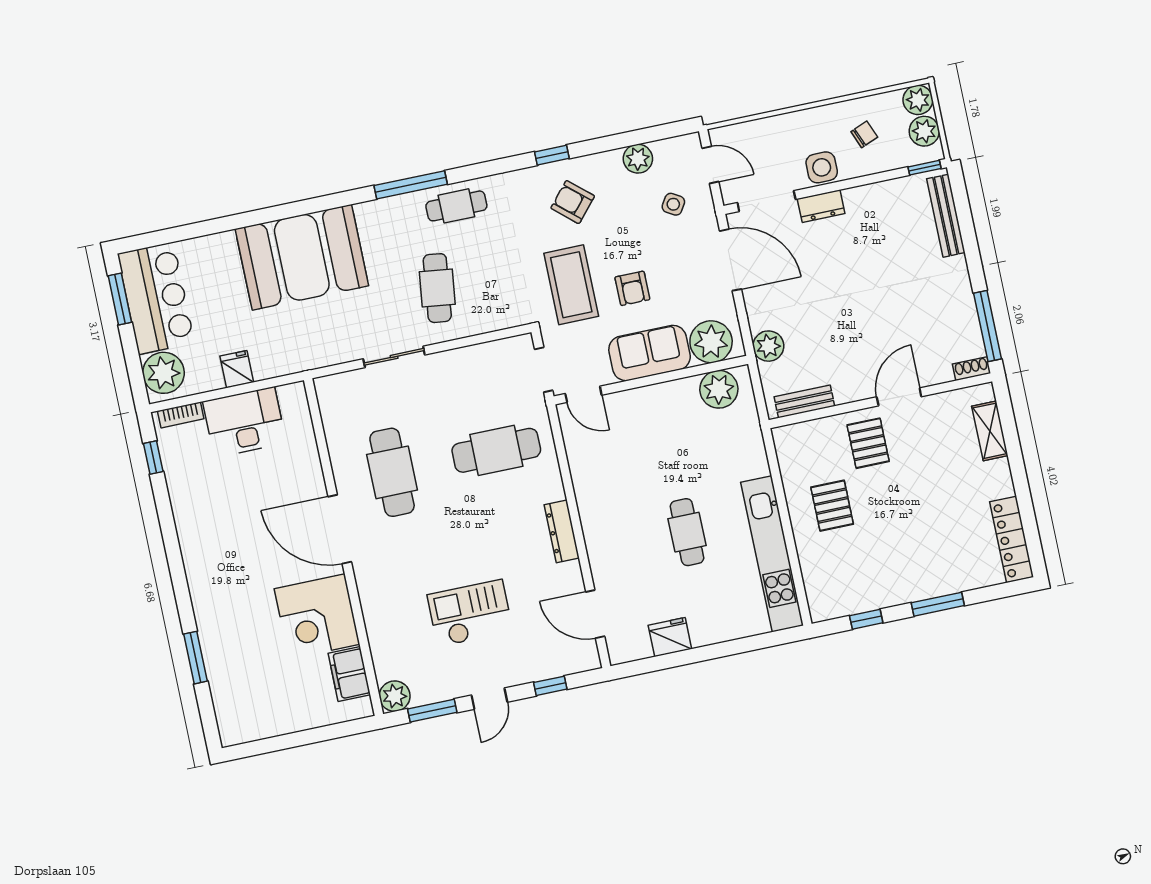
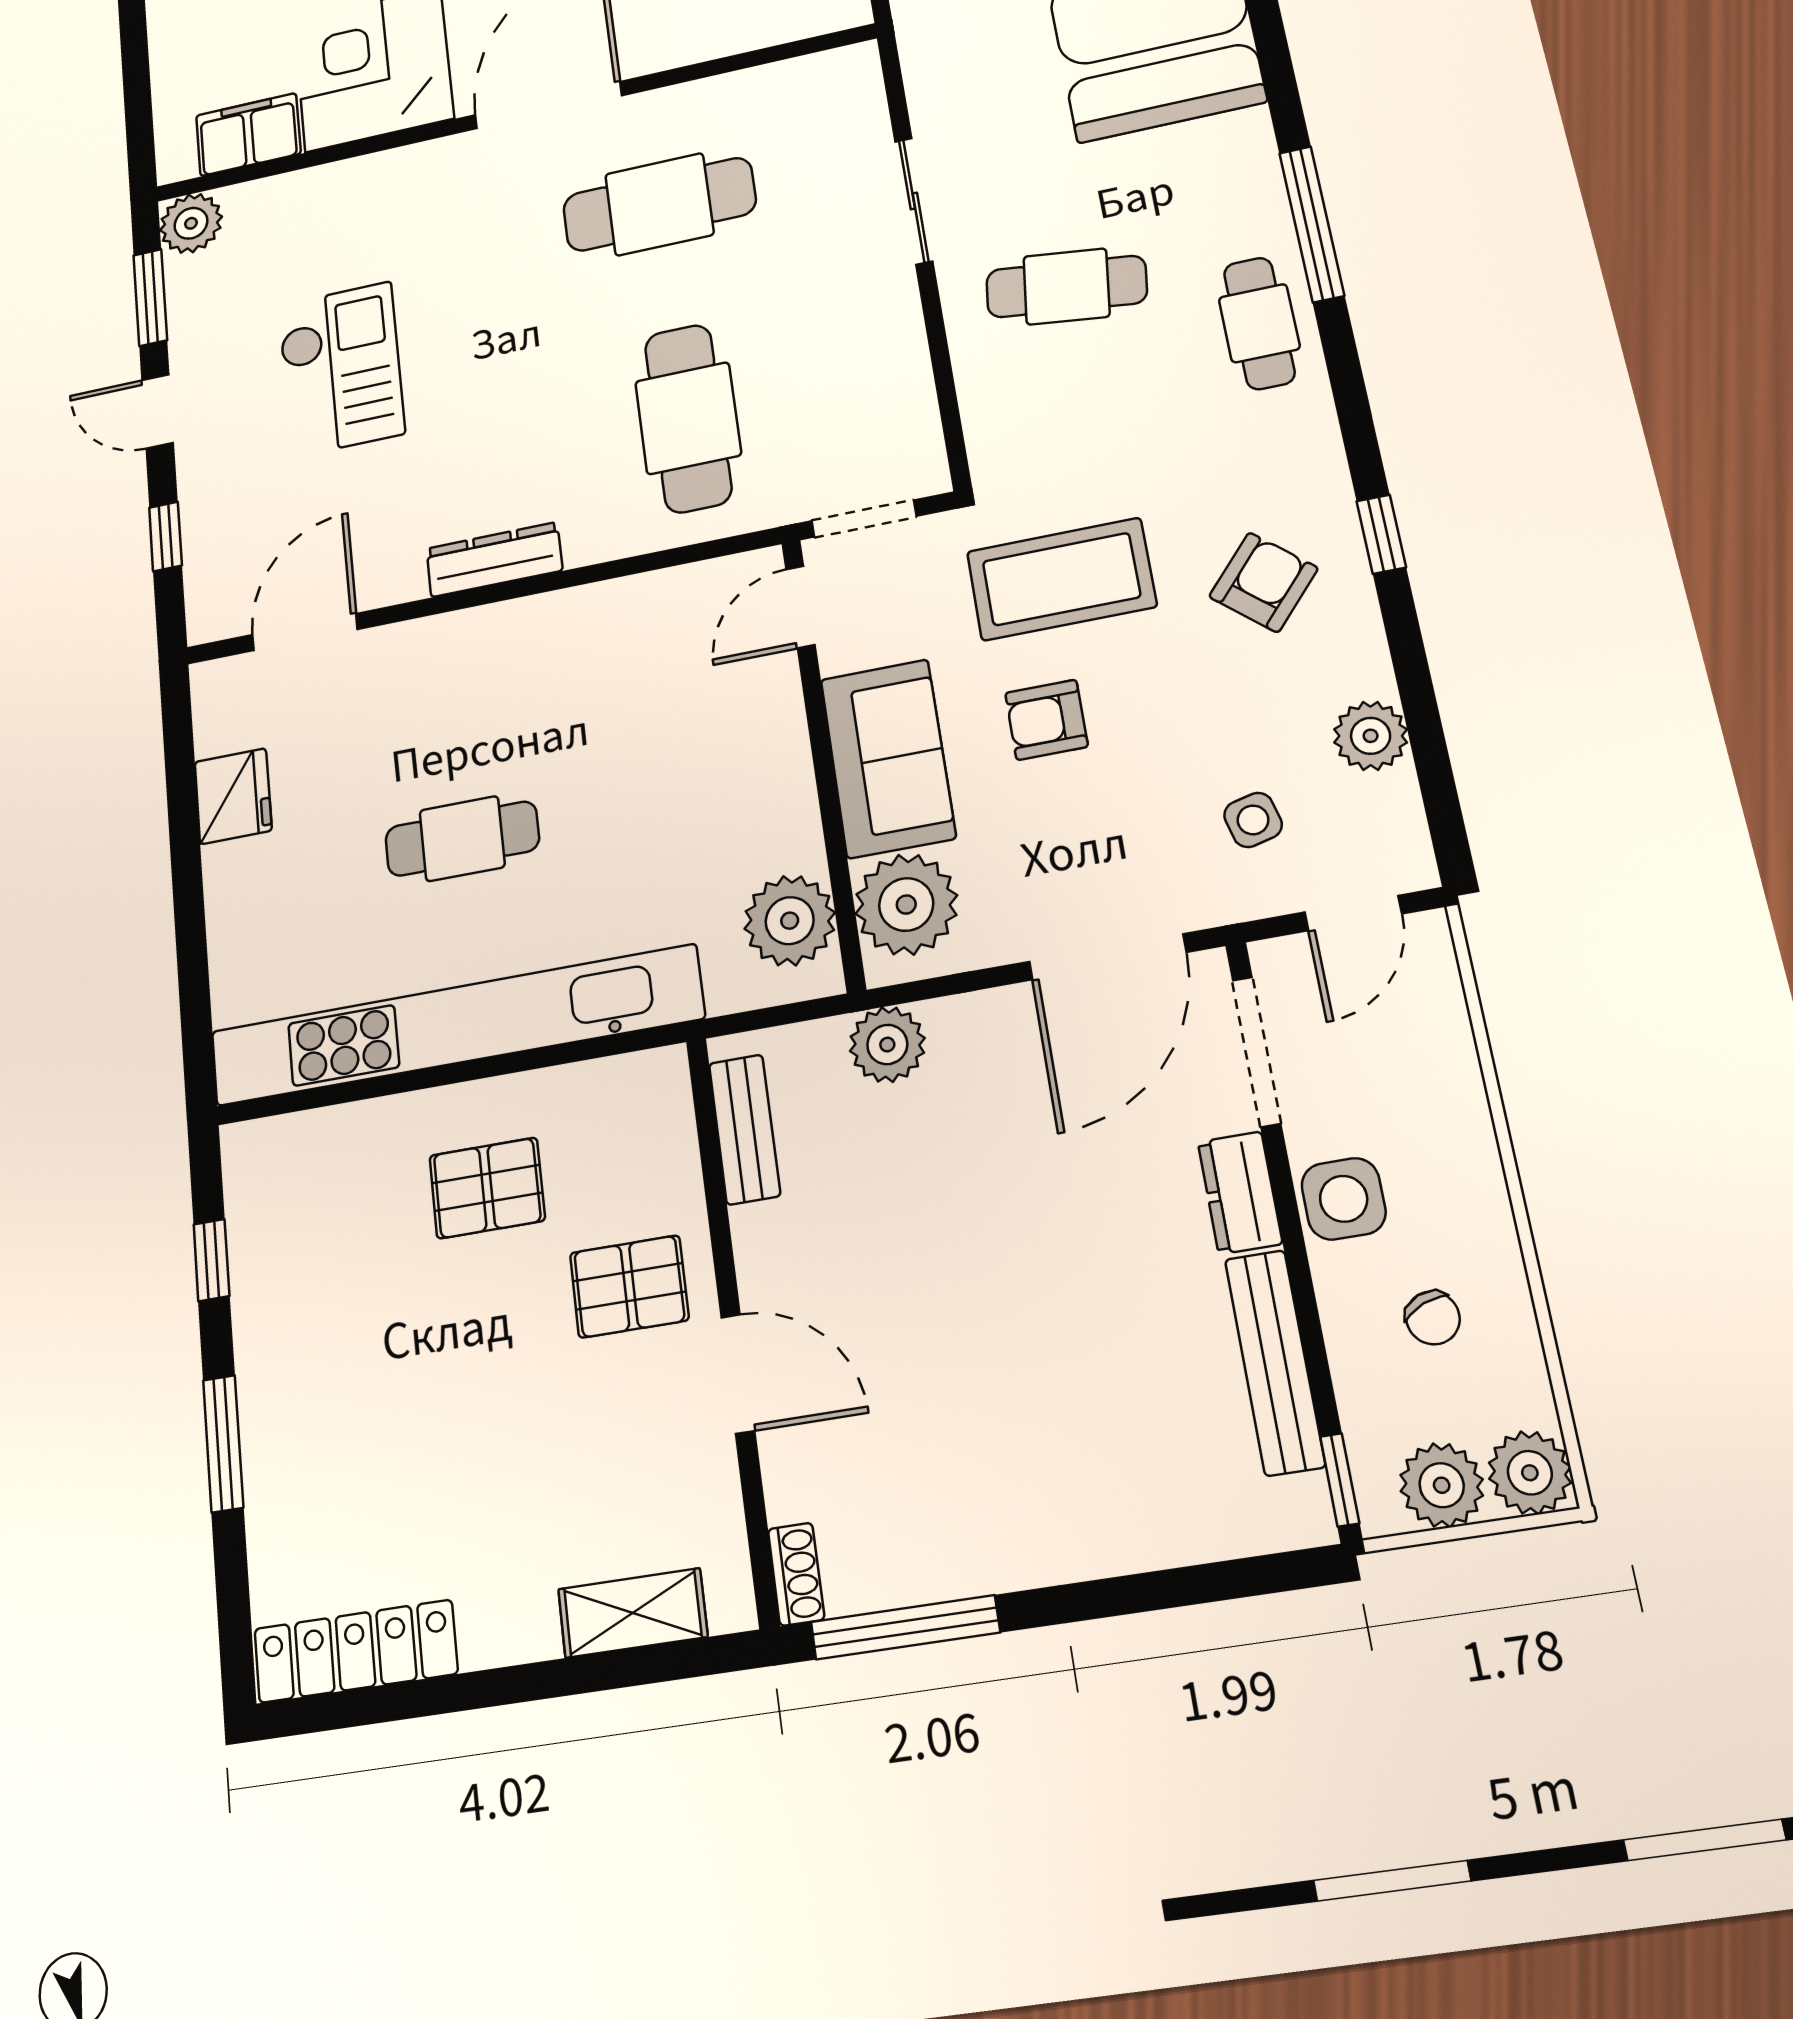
side table: (673, 204) -> (1253, 820), turned 45
bench: (946, 216) -> (1275, 1362), moved, turned 90
kitchen unit: (772, 554) -> (455, 1025), width x1.36

